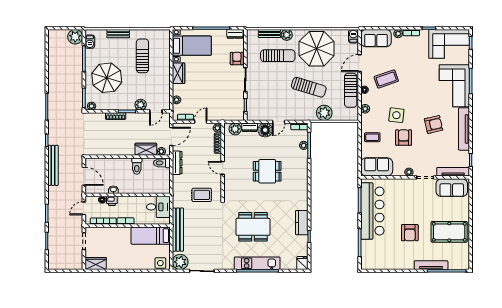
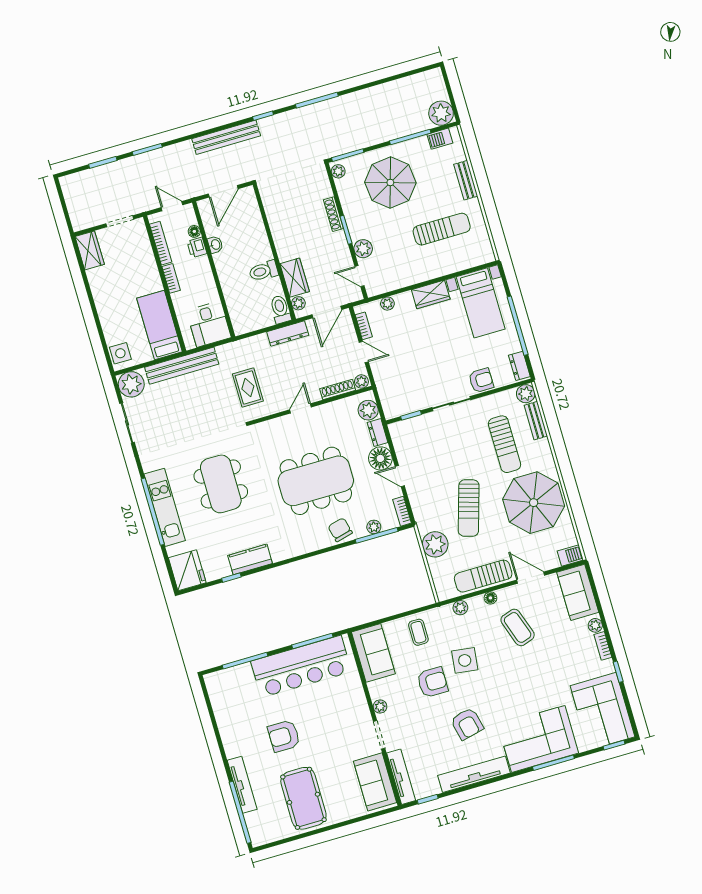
plant: (287, 35) -> (526, 394), moved
door: (171, 136) -> (327, 312), hinge flipped
chair: (300, 165) -> (340, 530), added
dining table: (267, 171) -> (316, 481), width x1.88, depth x1.24
fridge: (302, 263) -> (187, 570), width x1.88, depth x1.34

